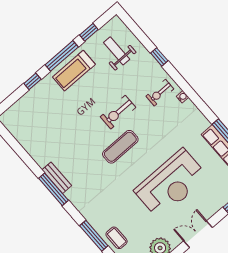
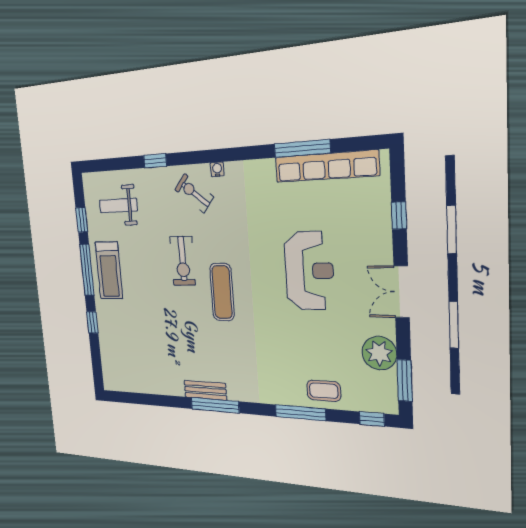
exercise bike: (160, 93) -> (194, 193), turned 129
reception desk: (171, 184) -> (309, 271), width x0.74, depth x0.77

